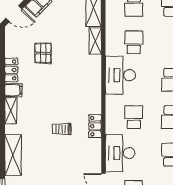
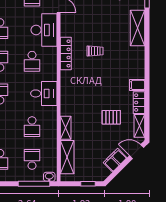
pallet: (43, 53) -> (111, 117), turned 90
desk: (120, 75) -> (44, 93), width x0.73
shelving: (11, 111) -> (139, 126), moved
locker: (95, 126) -> (66, 53), width x1.53

